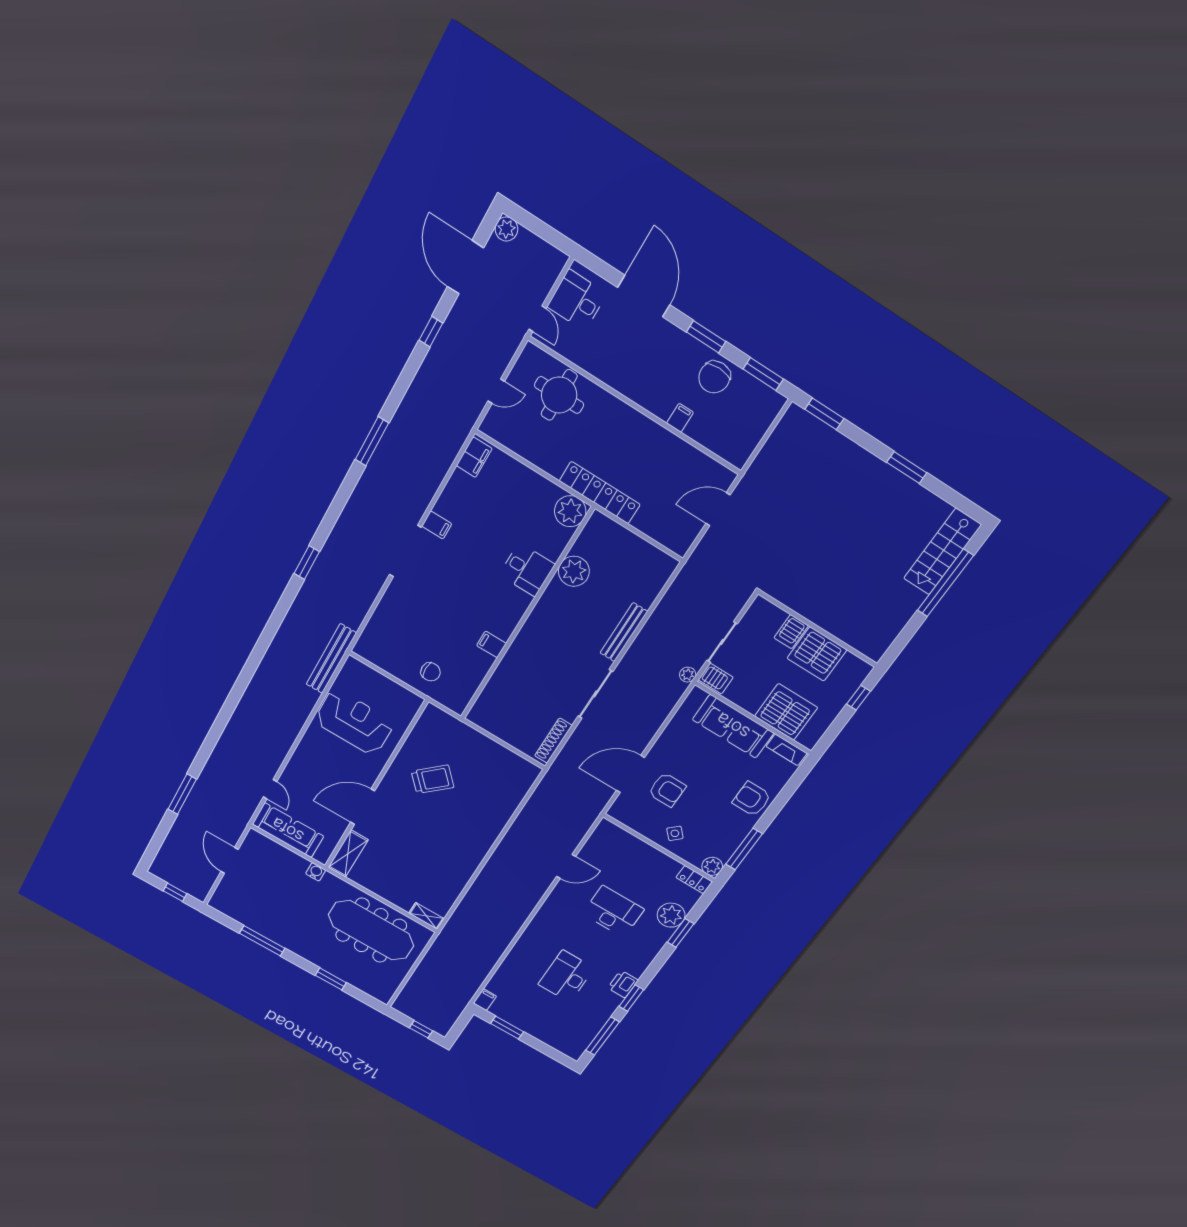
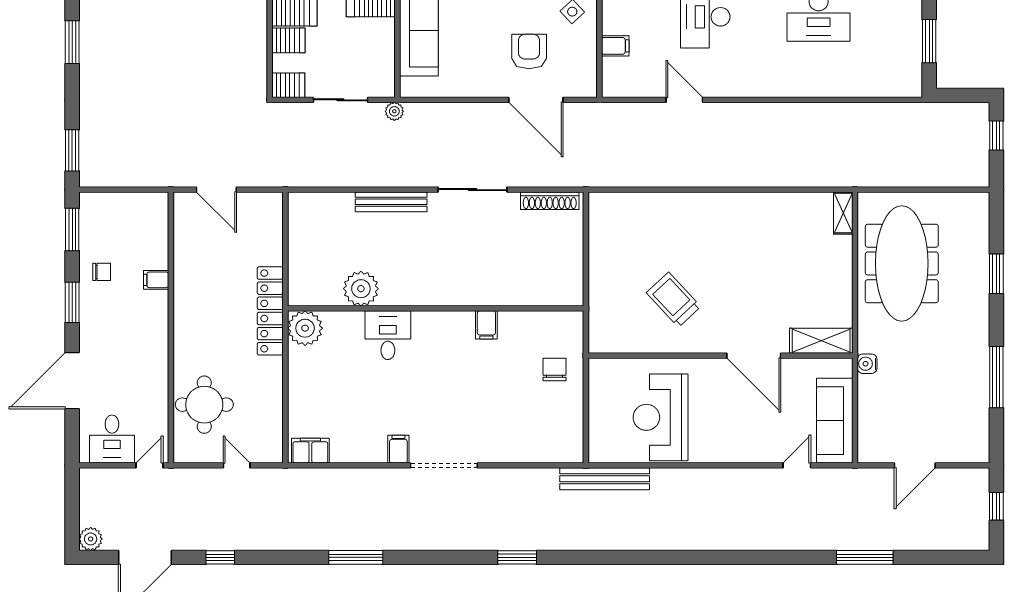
chair: (714, 377) -> (102, 272), width x0.54, depth x0.54
server rack: (716, 679) -> (288, 85), moved, turned 90
filing cabinet: (485, 1000) -> (615, 46), moved, turned 180

